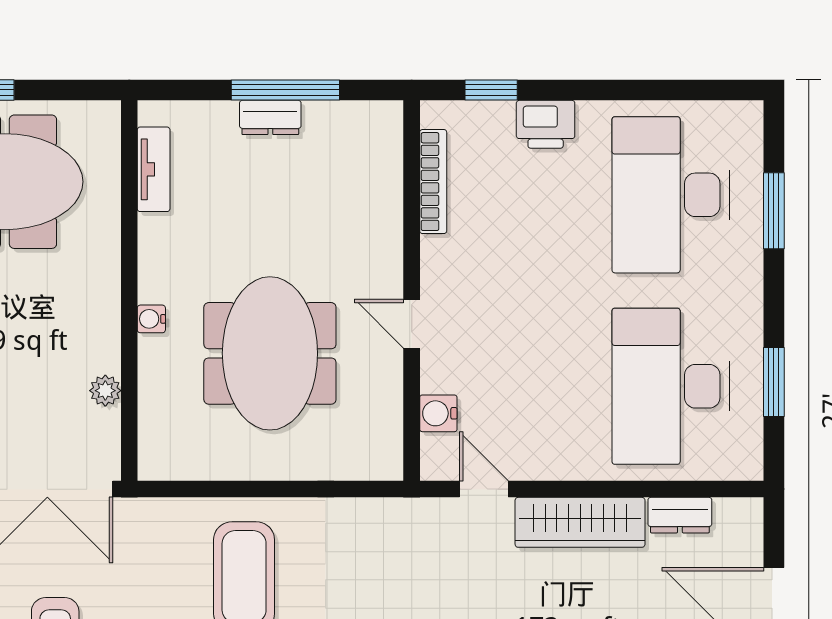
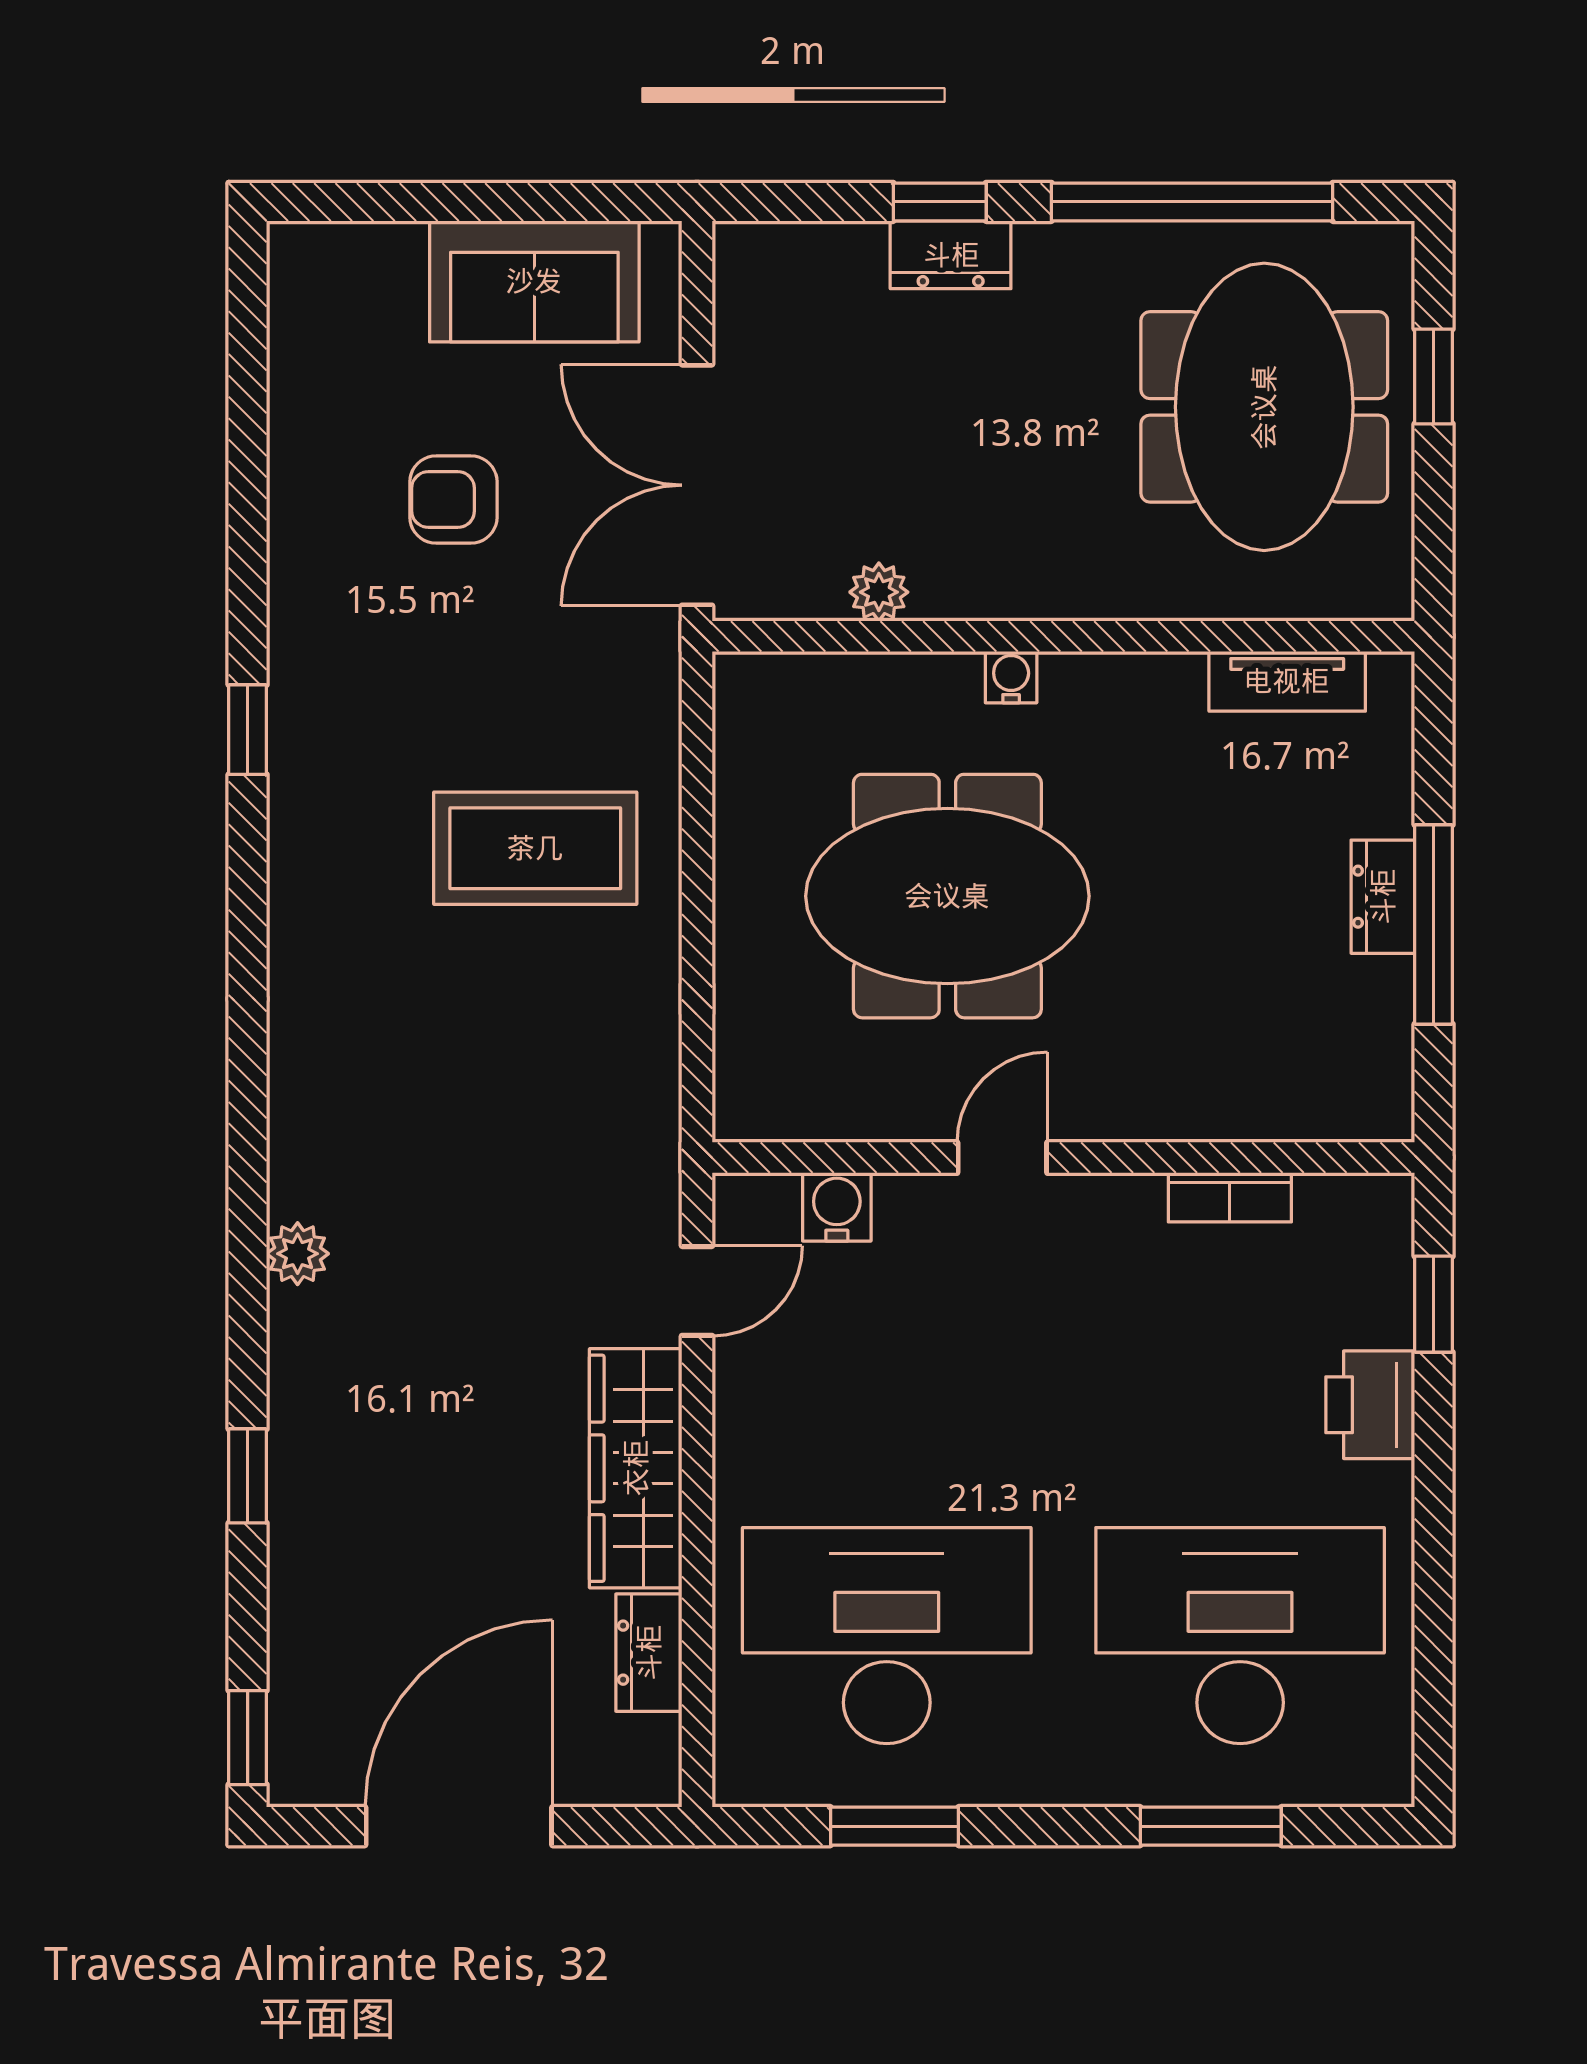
bookcase: (433, 182) -> (1230, 1197), width x0.64

